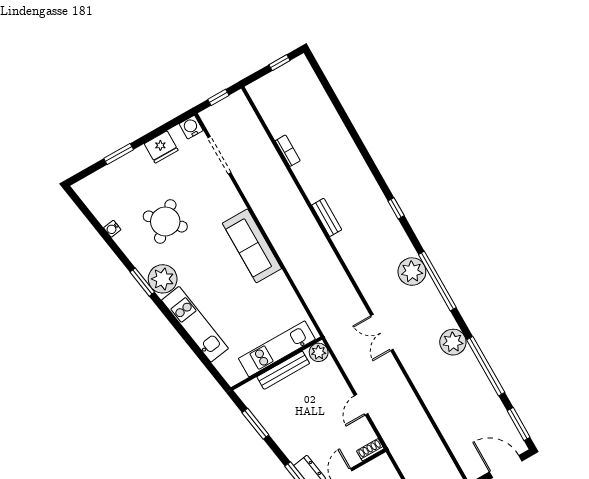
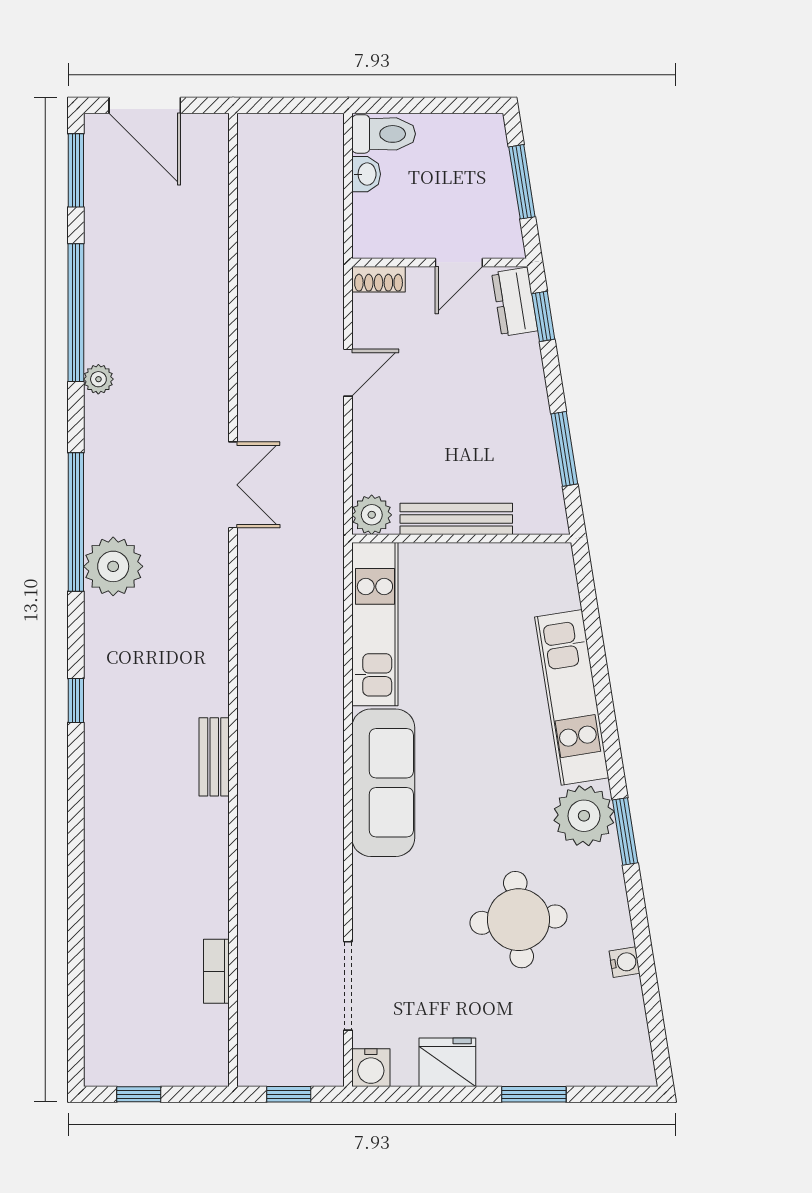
bookcase: (288, 151) -> (216, 971), moved
round table: (165, 221) -> (518, 920), turned 38
plant: (453, 342) -> (98, 379), width x0.53, depth x0.53
kitchen unit: (277, 349) -> (375, 624), moved, turned -90

